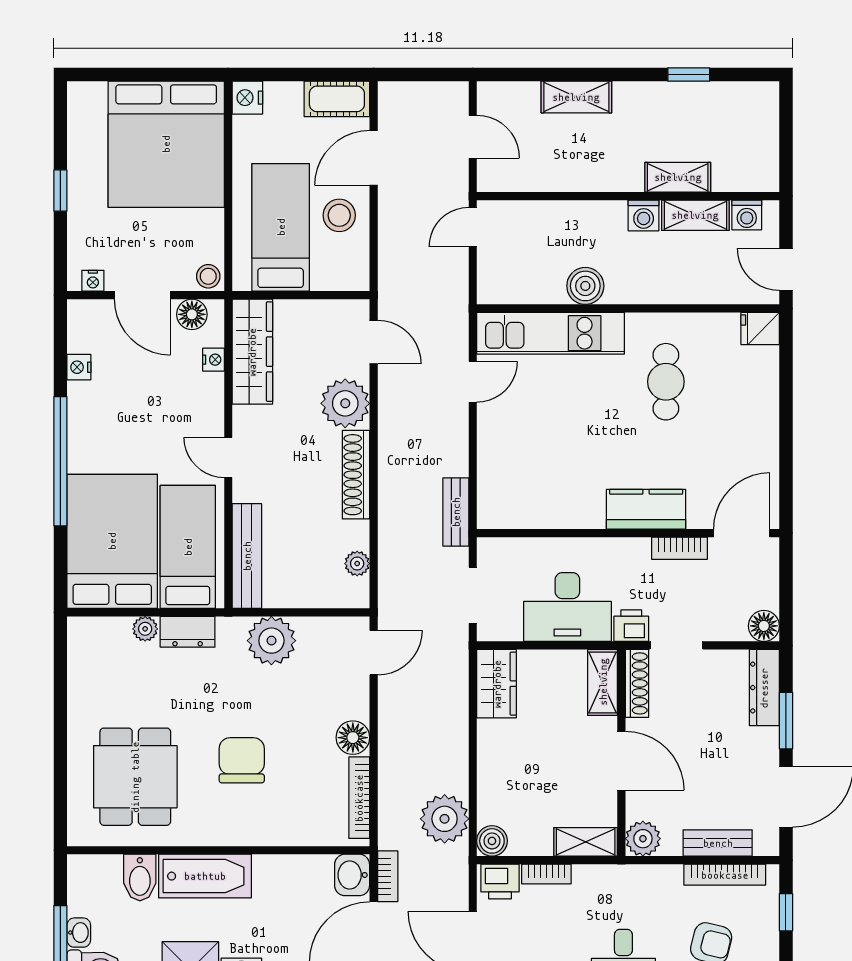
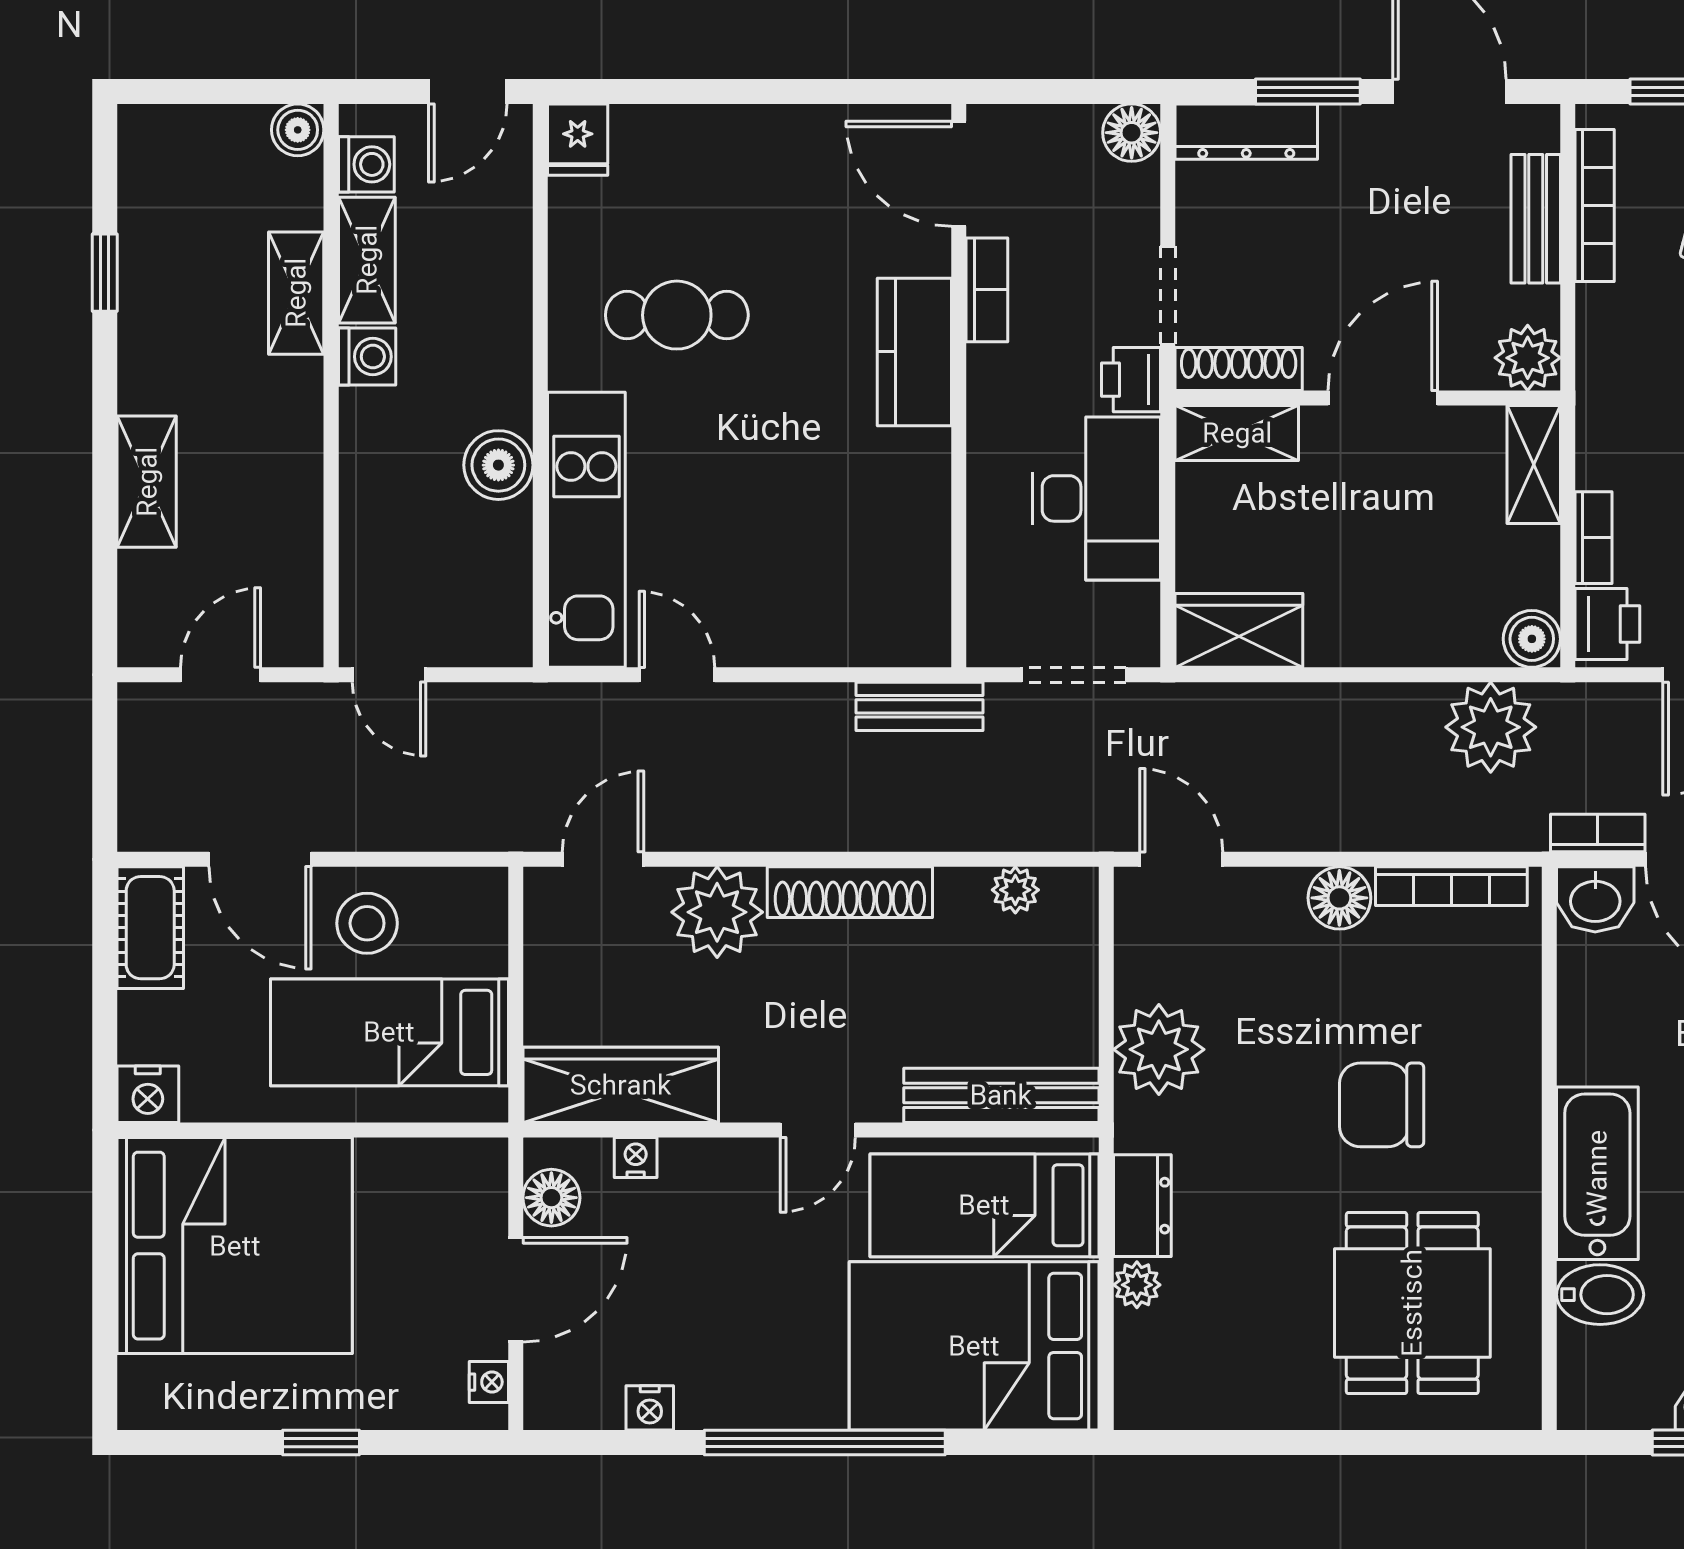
boiler: (765, 178) -> (298, 130), added
stool: (208, 276) -> (481, 1167), removed
dining table: (135, 777) -> (1412, 1303), turned 90

